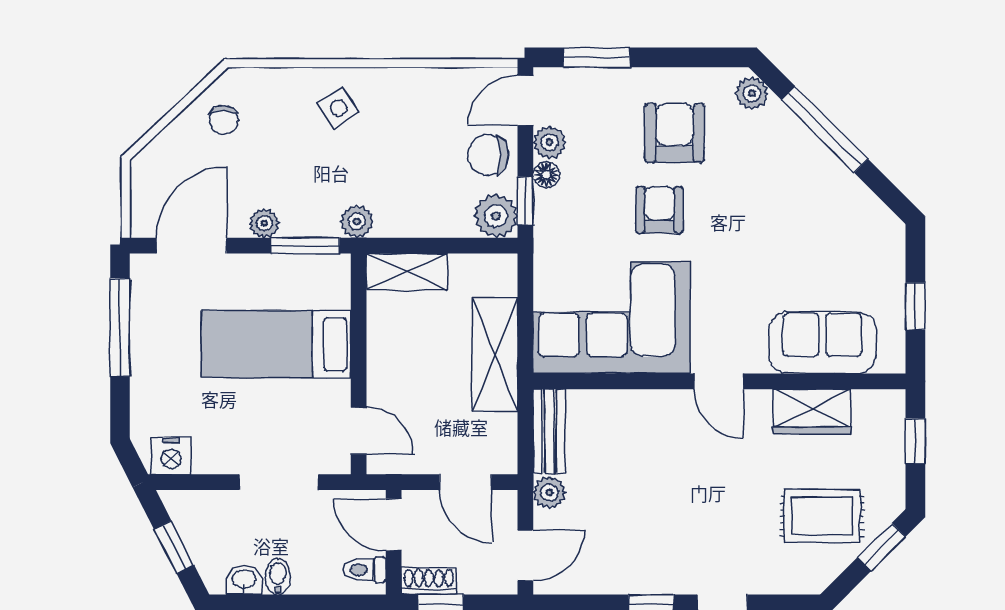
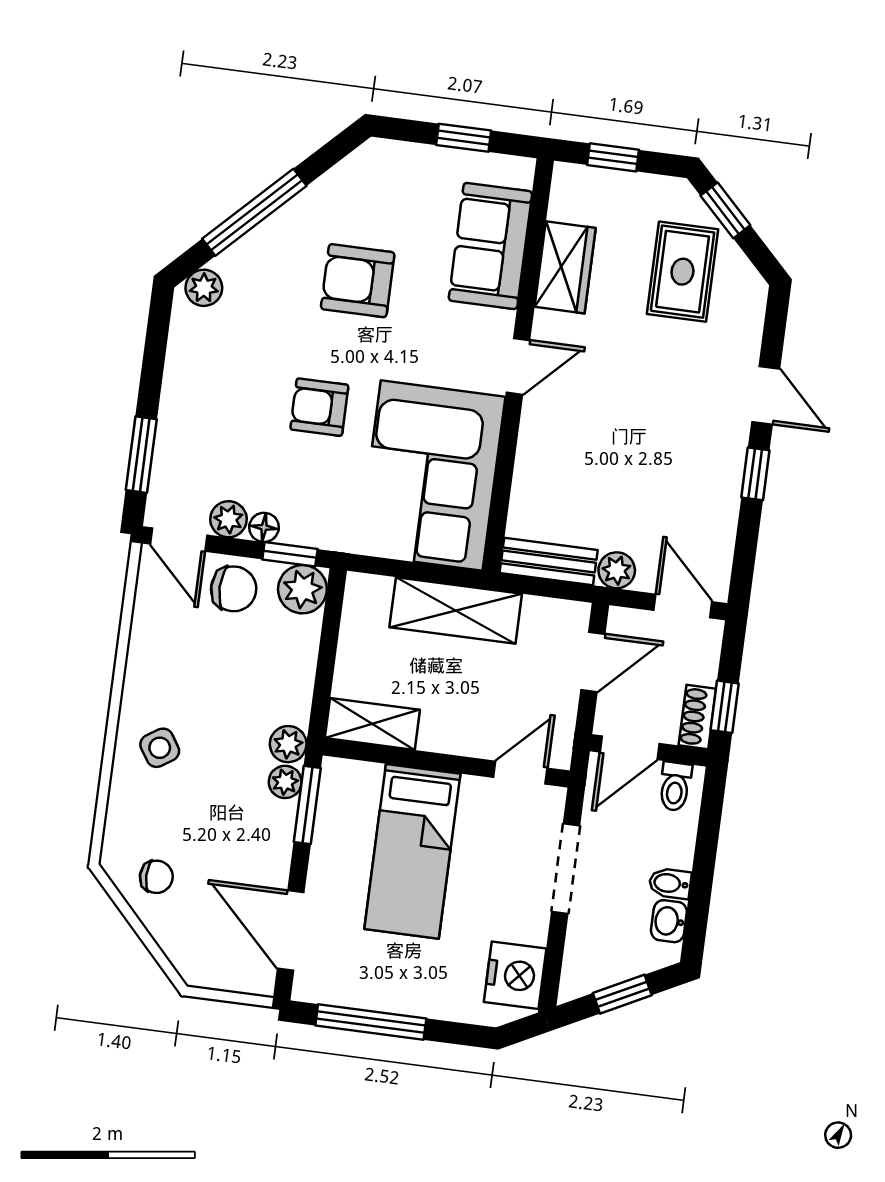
armchair: (674, 133) -> (358, 281), moved
chair: (488, 155) -> (234, 589), turned -90
plant: (264, 223) -> (285, 782), moved
shelving: (407, 271) -> (372, 724), moved, turned 90
nightstand: (171, 456) -> (515, 975), width x1.36, depth x1.33

